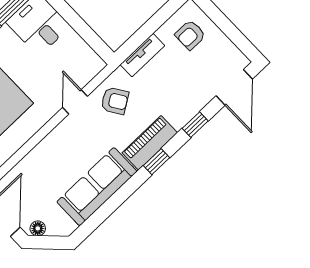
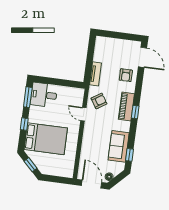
armchair: (190, 35) -> (126, 75), moved
window: (195, 125) -> (129, 155), moved
sofa: (97, 187) -> (119, 146), width x0.73

